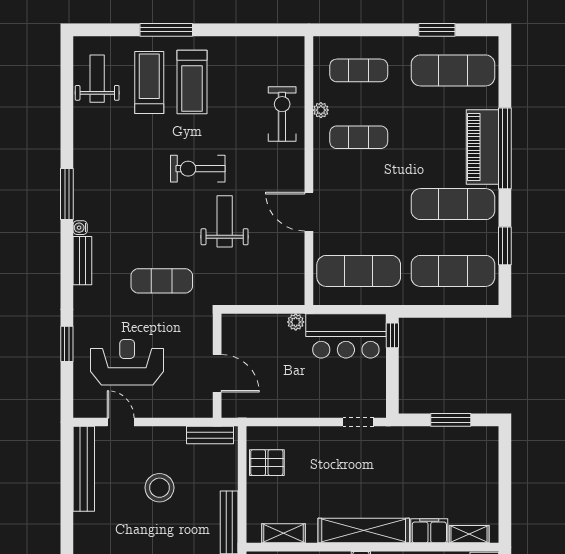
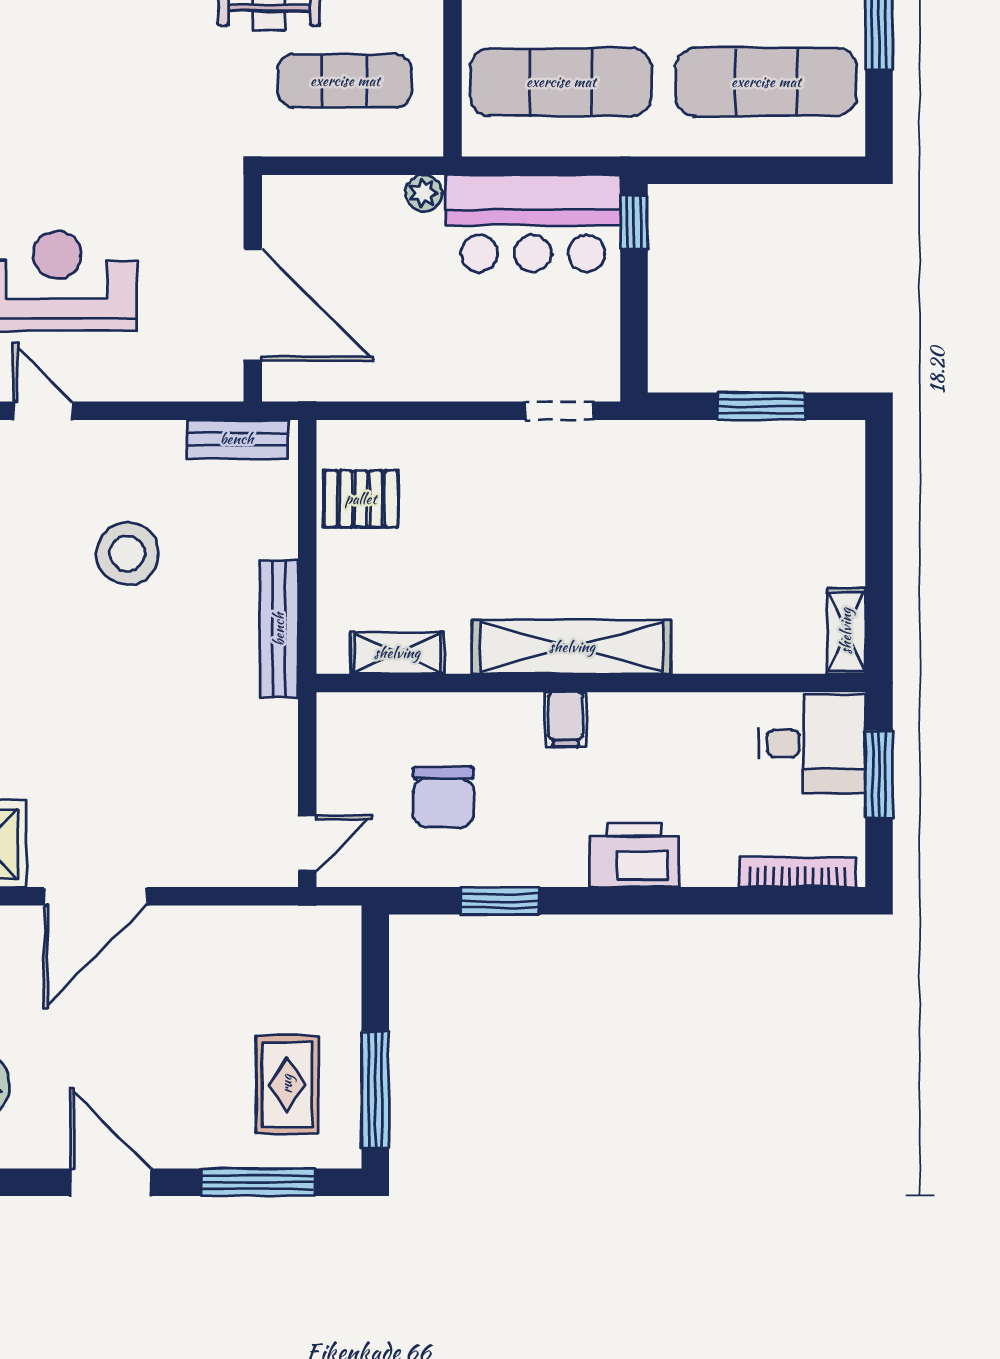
exercise mat: (162, 281) -> (345, 81), moved
door: (217, 373) -> (253, 305), width x1.36
filing cabinet: (429, 531) -> (715, 647), removed
shelving: (469, 534) -> (846, 631), moved, turned 90

